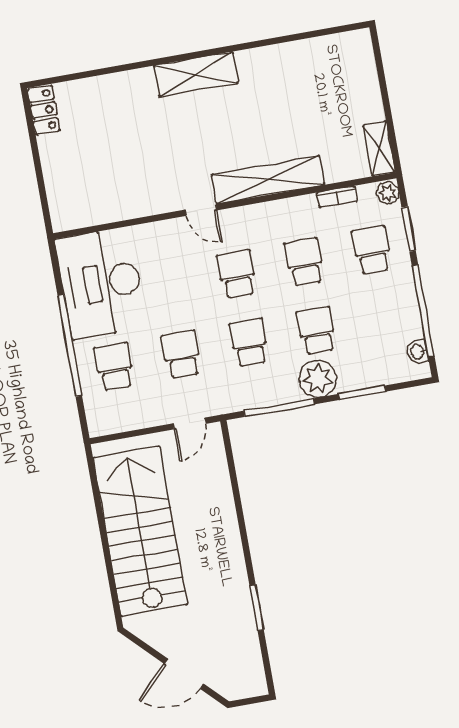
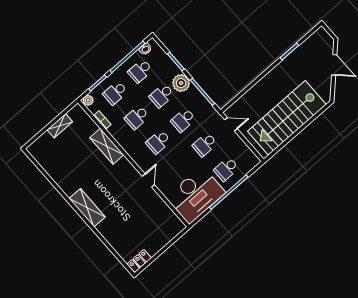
shelving: (379, 149) -> (60, 126), moved
shelving: (268, 180) -> (107, 146), width x0.68
door: (201, 210) -> (148, 181), moved
school desk: (384, 318) -> (140, 71), added

